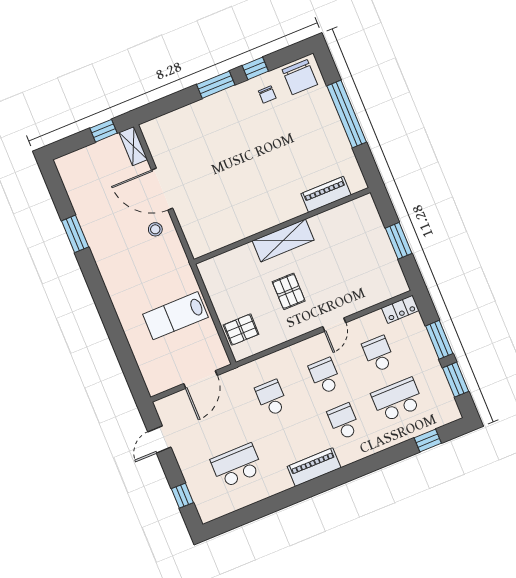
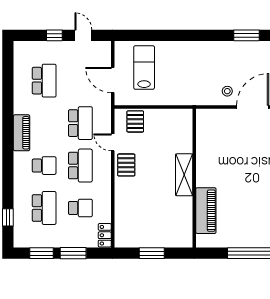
piano: (326, 194) -> (206, 211), width x1.37, depth x1.33
pallet: (289, 291) -> (126, 165), moved, turned 90
lab bench: (175, 316) -> (144, 67), moved
door: (334, 325) -> (113, 142), moved
school desk: (325, 376) -> (80, 166), width x1.85
school desk: (271, 398) -> (80, 123), width x1.85
window: (182, 496) -> (54, 35), moved

